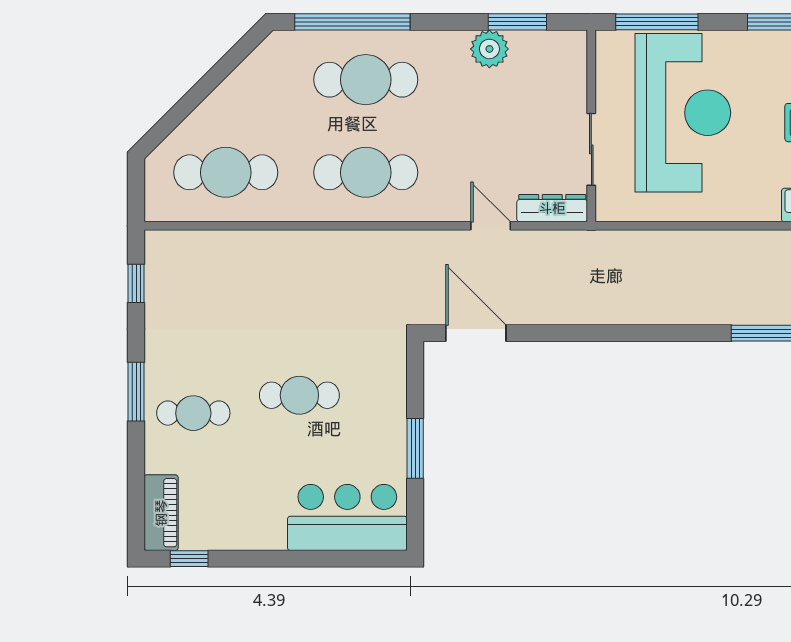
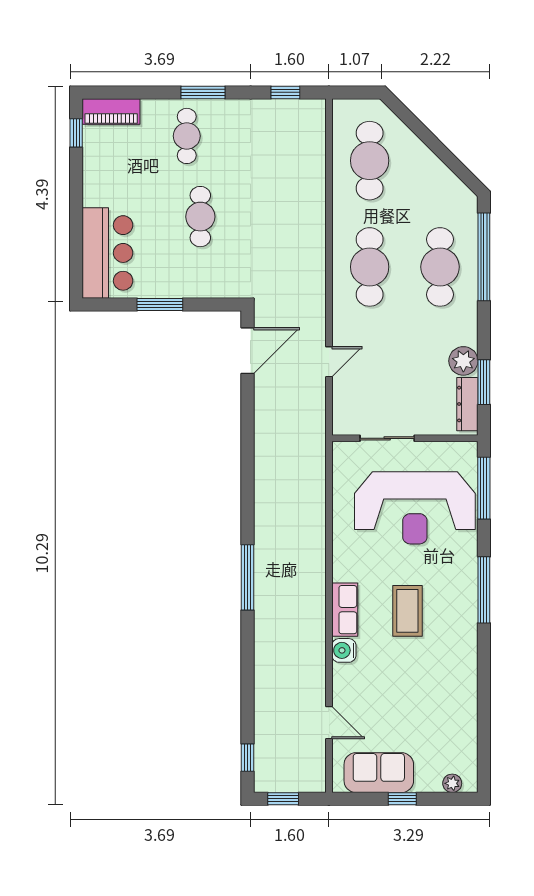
dresser: (552, 208) -> (467, 404), moved, turned 180

